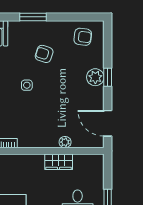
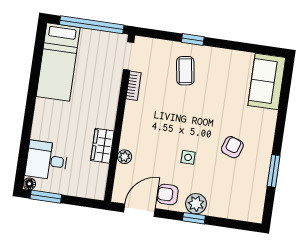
window: (33, 17) -> (274, 171), moved
armchair: (83, 37) -> (168, 194), moved, turned 83
side table: (27, 85) -> (188, 157), moved

